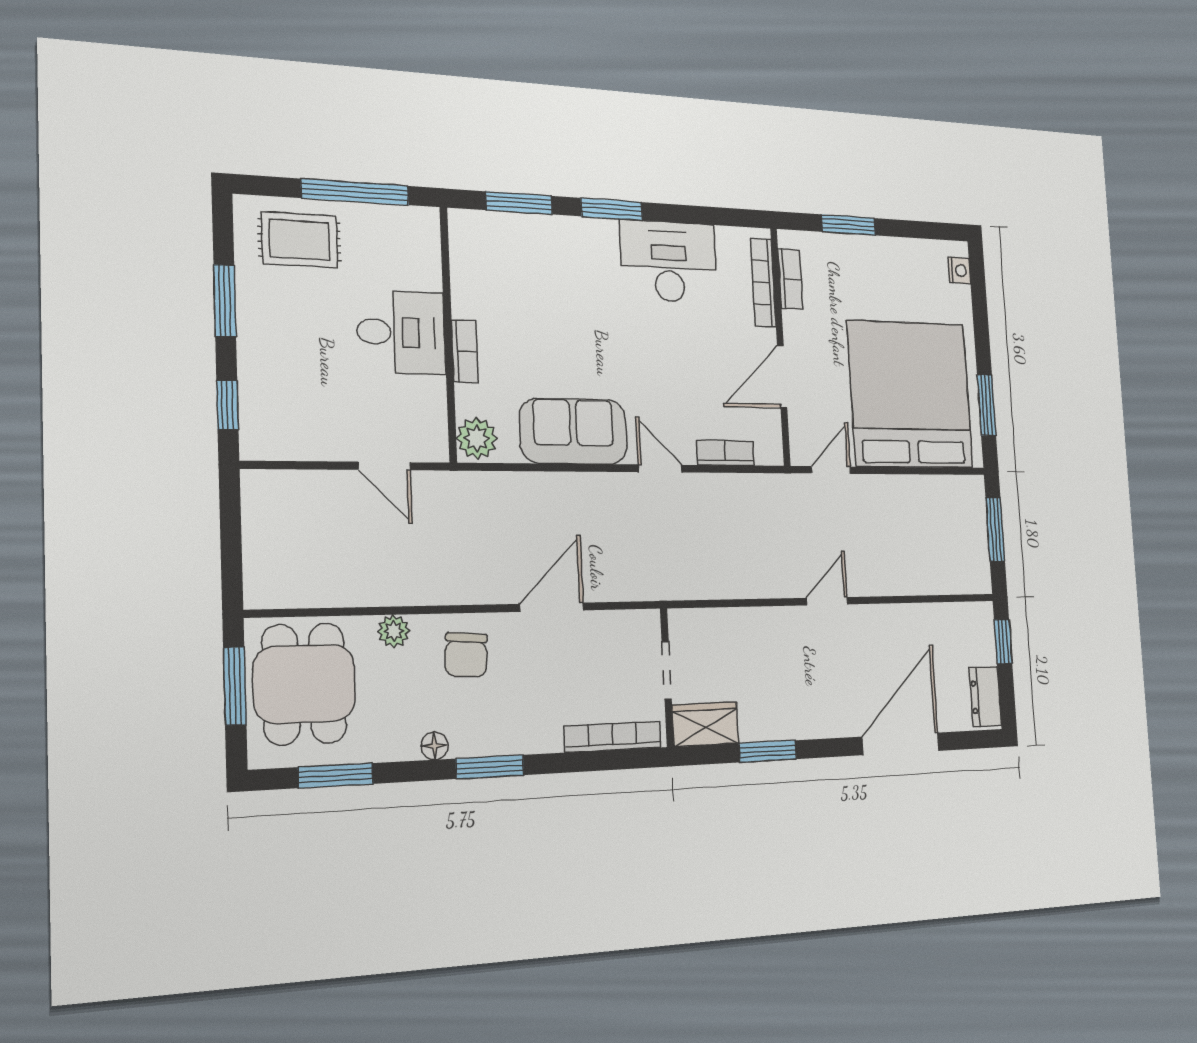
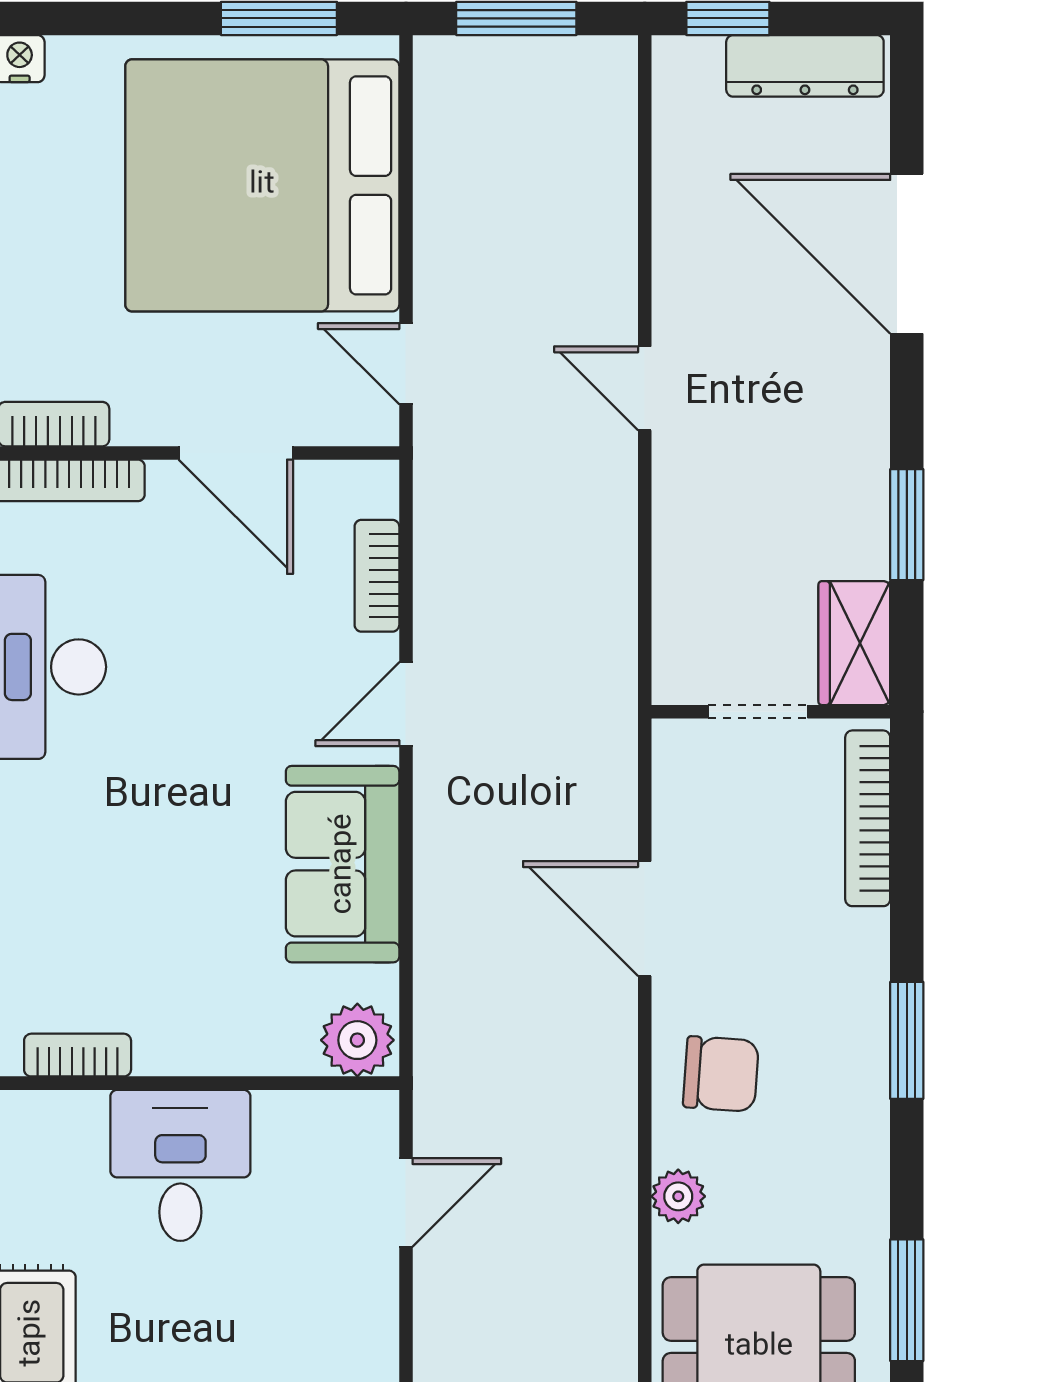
bookcase: (465, 351) -> (78, 1055), moved
dresser: (985, 697) -> (805, 66), width x1.44
floor lamp: (435, 746) -> (868, 1134), removed

